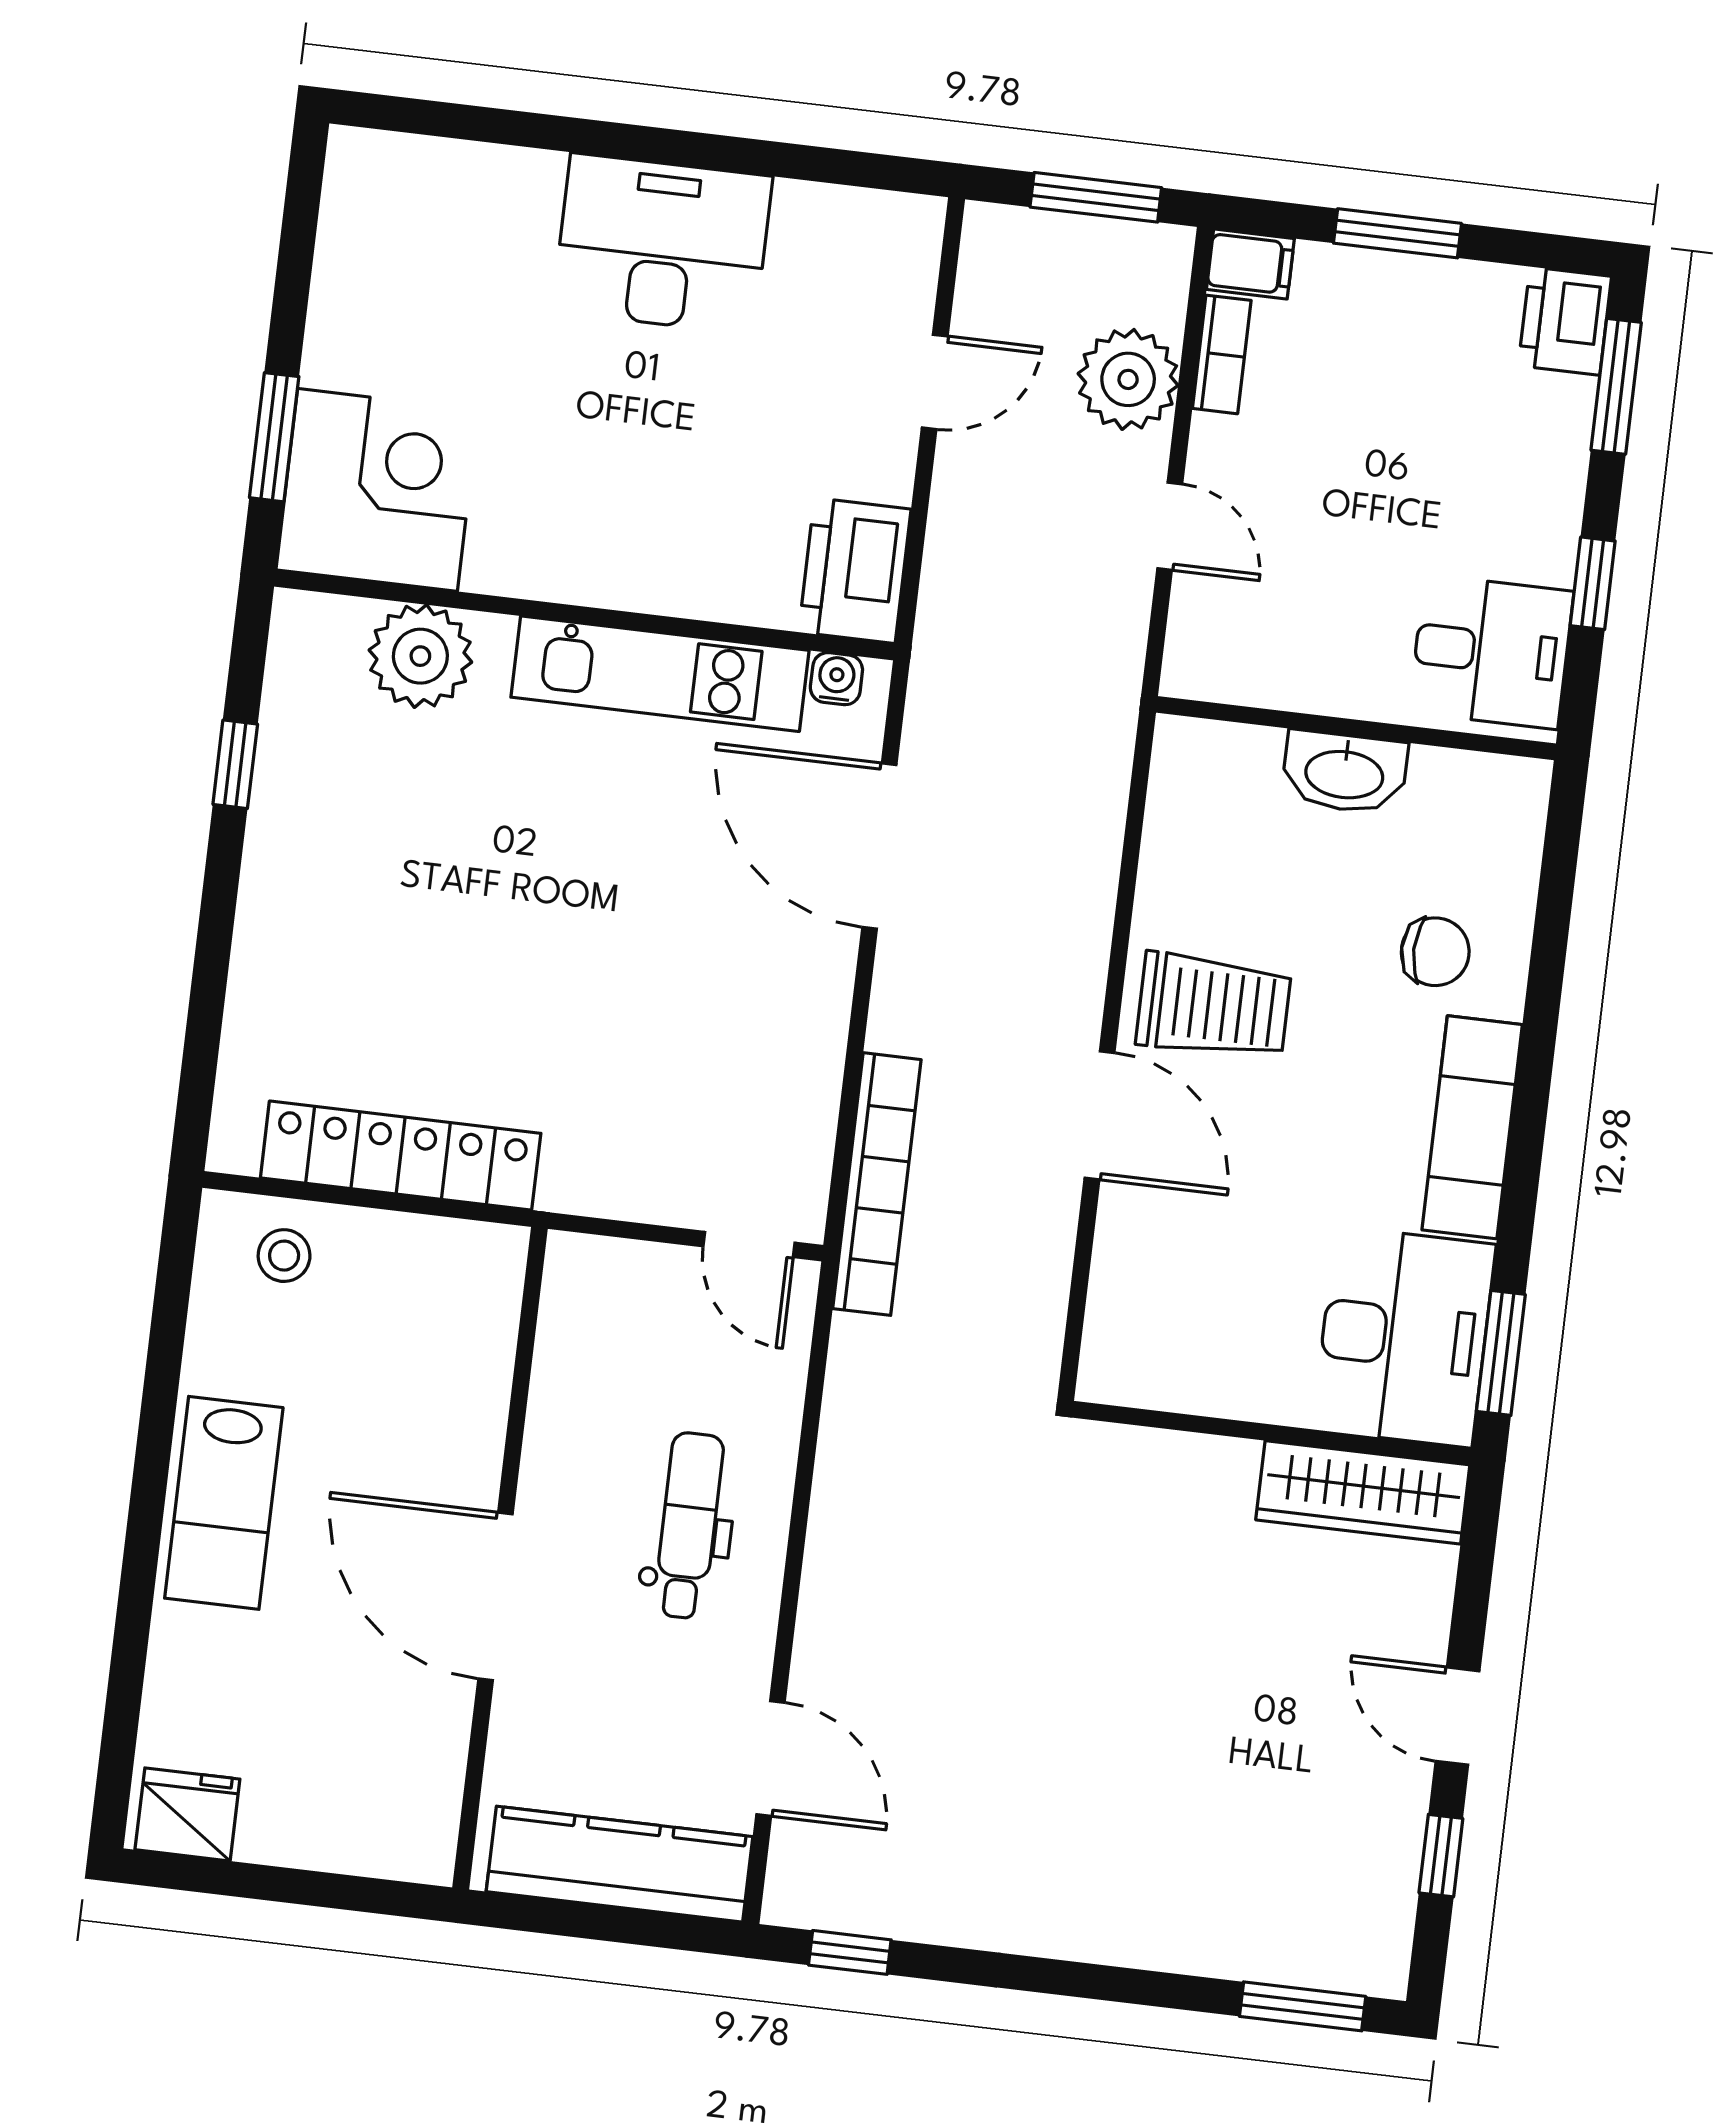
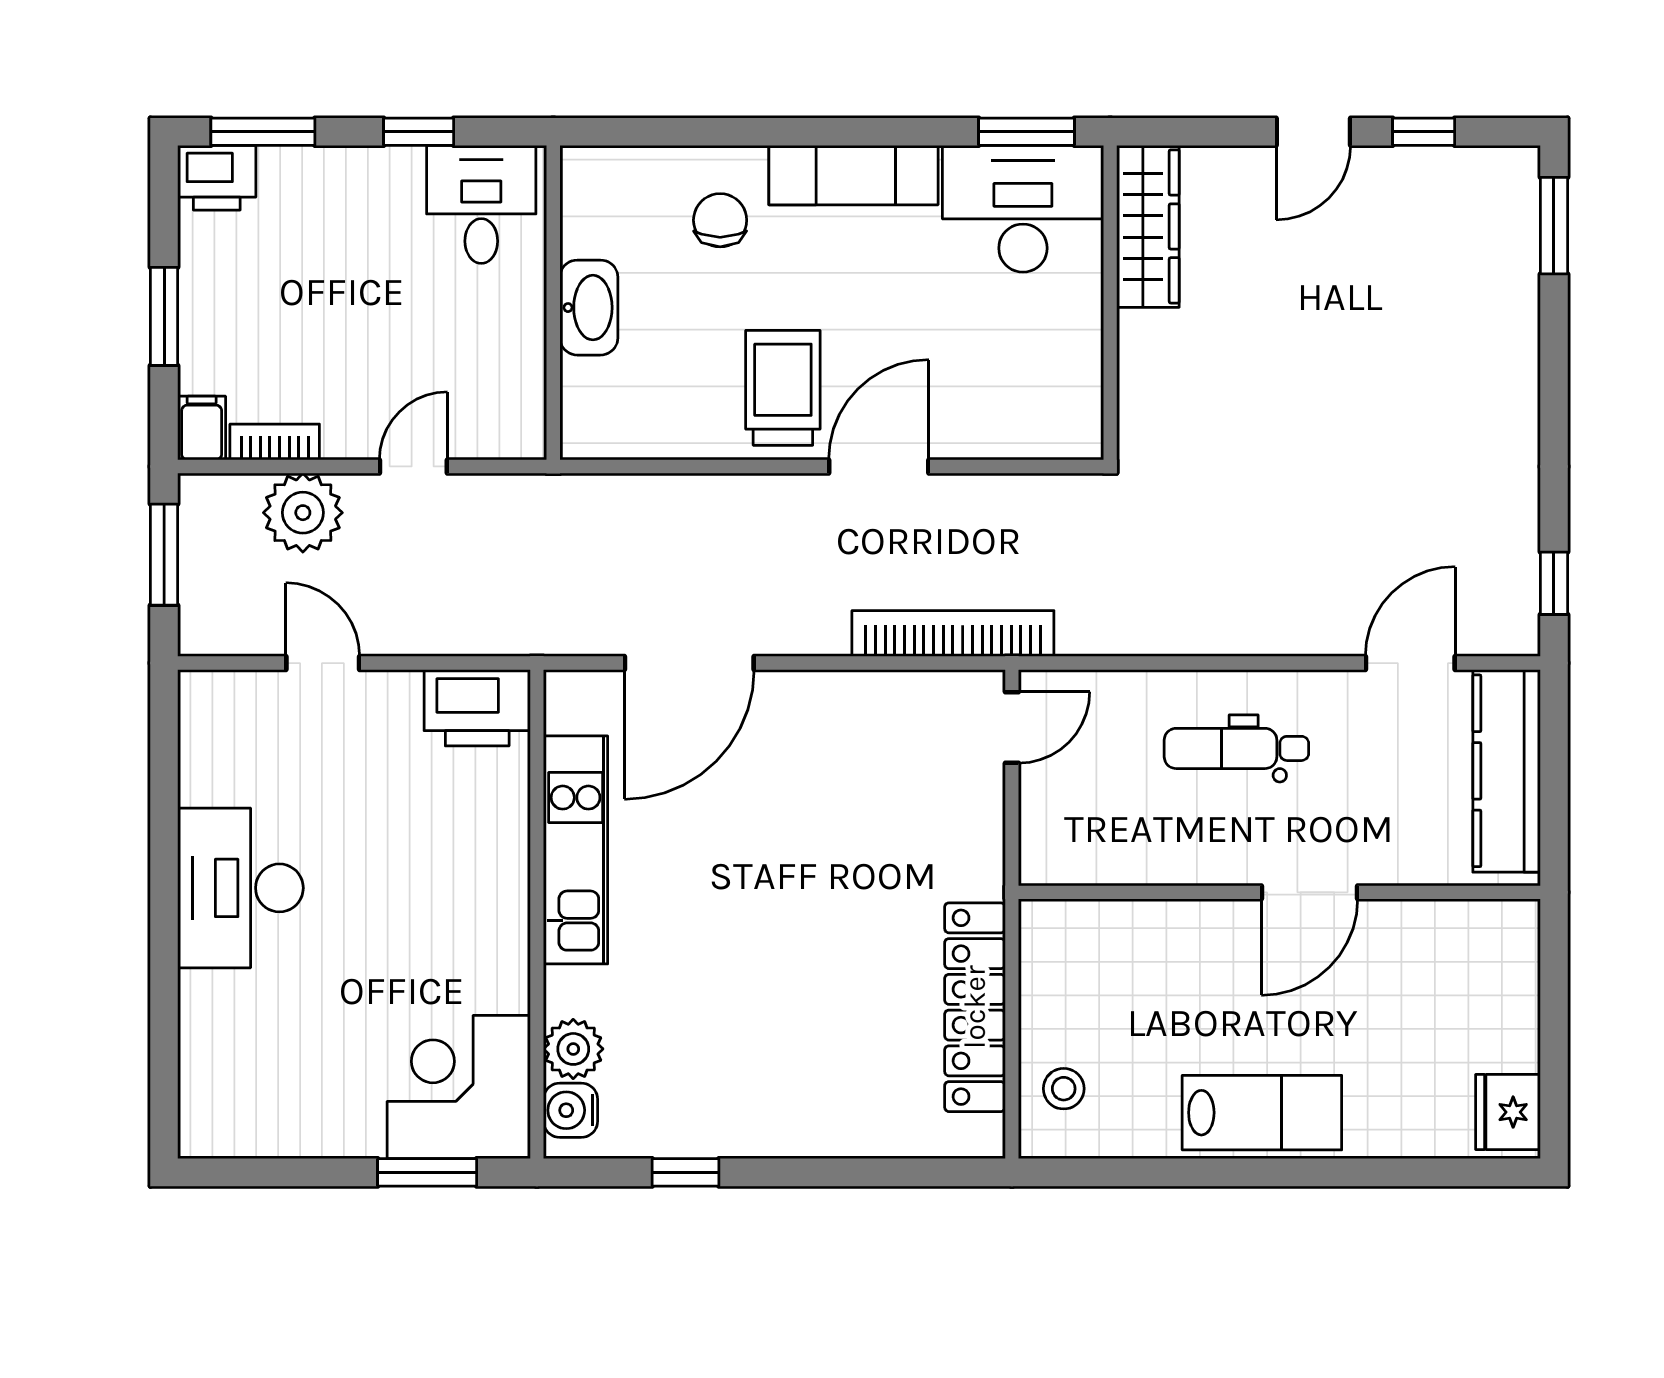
plant: (420, 656) -> (573, 1049), width x0.73, depth x0.73
water cooler: (836, 679) -> (571, 1110), moved, width x1.38, depth x1.38
door: (496, 1596) -> (1310, 892), width x0.73

